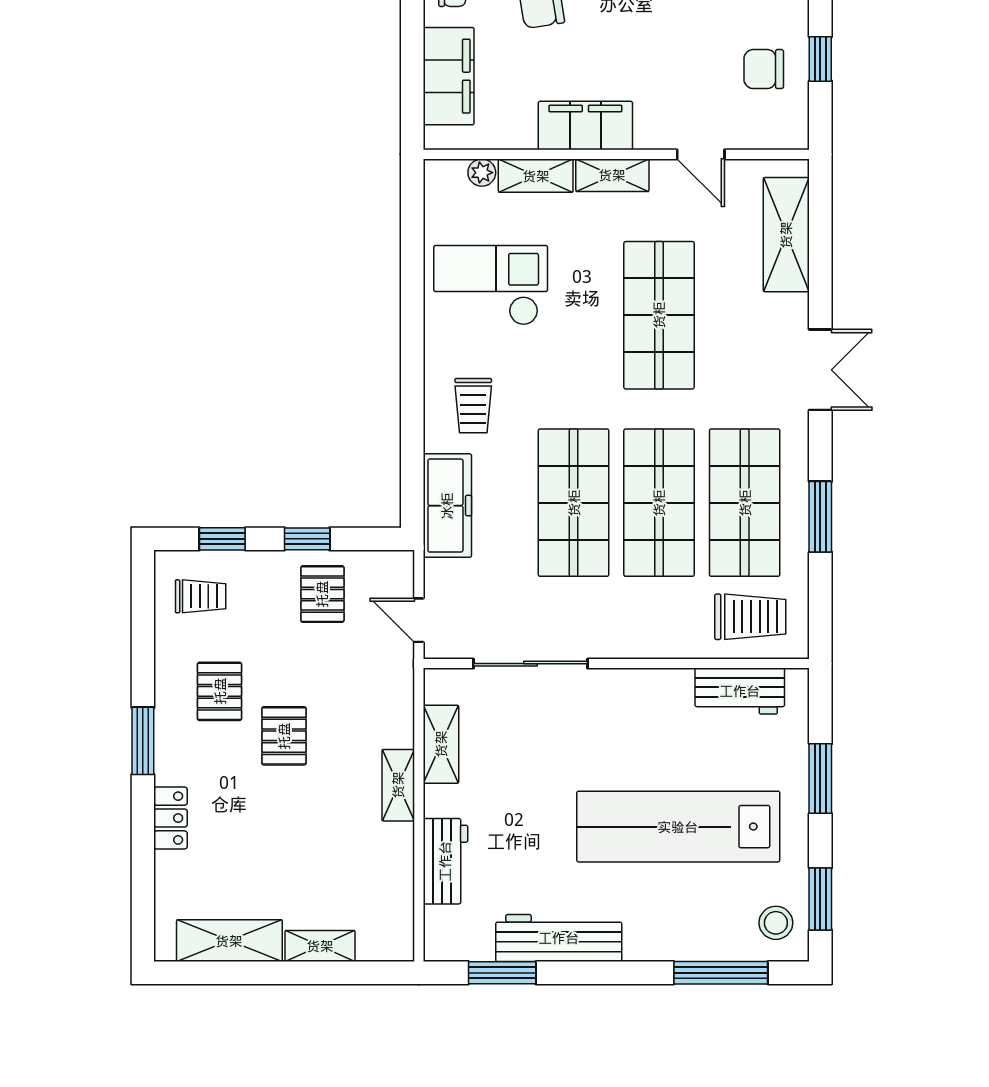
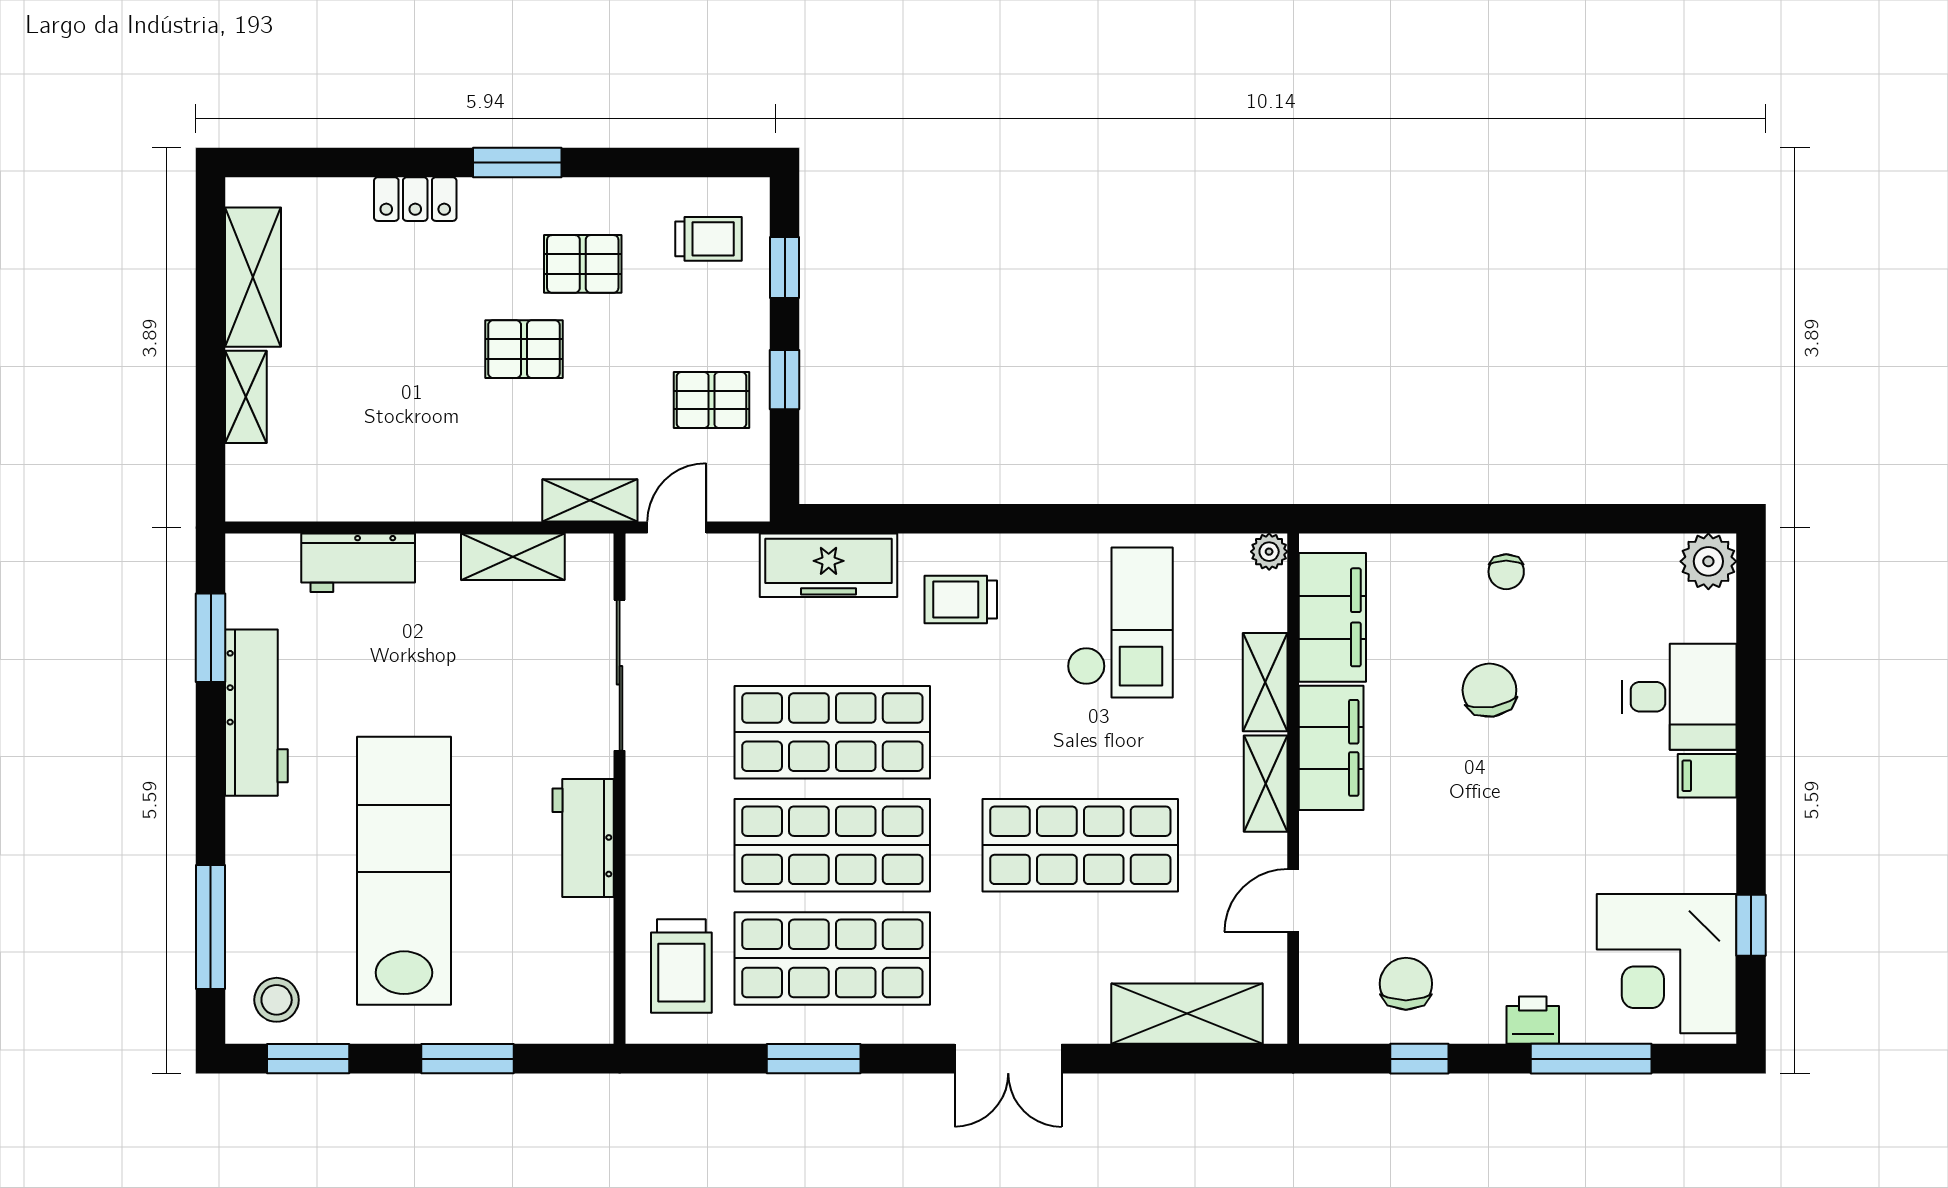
filing cabinet: (449, 76) -> (1332, 617), moved, turned -90
plant: (482, 173) -> (1269, 552), moved
trolley: (201, 596) -> (708, 239), turned -90
workbench: (740, 691) -> (583, 838), moved
shelving: (398, 785) -> (590, 500), moved

